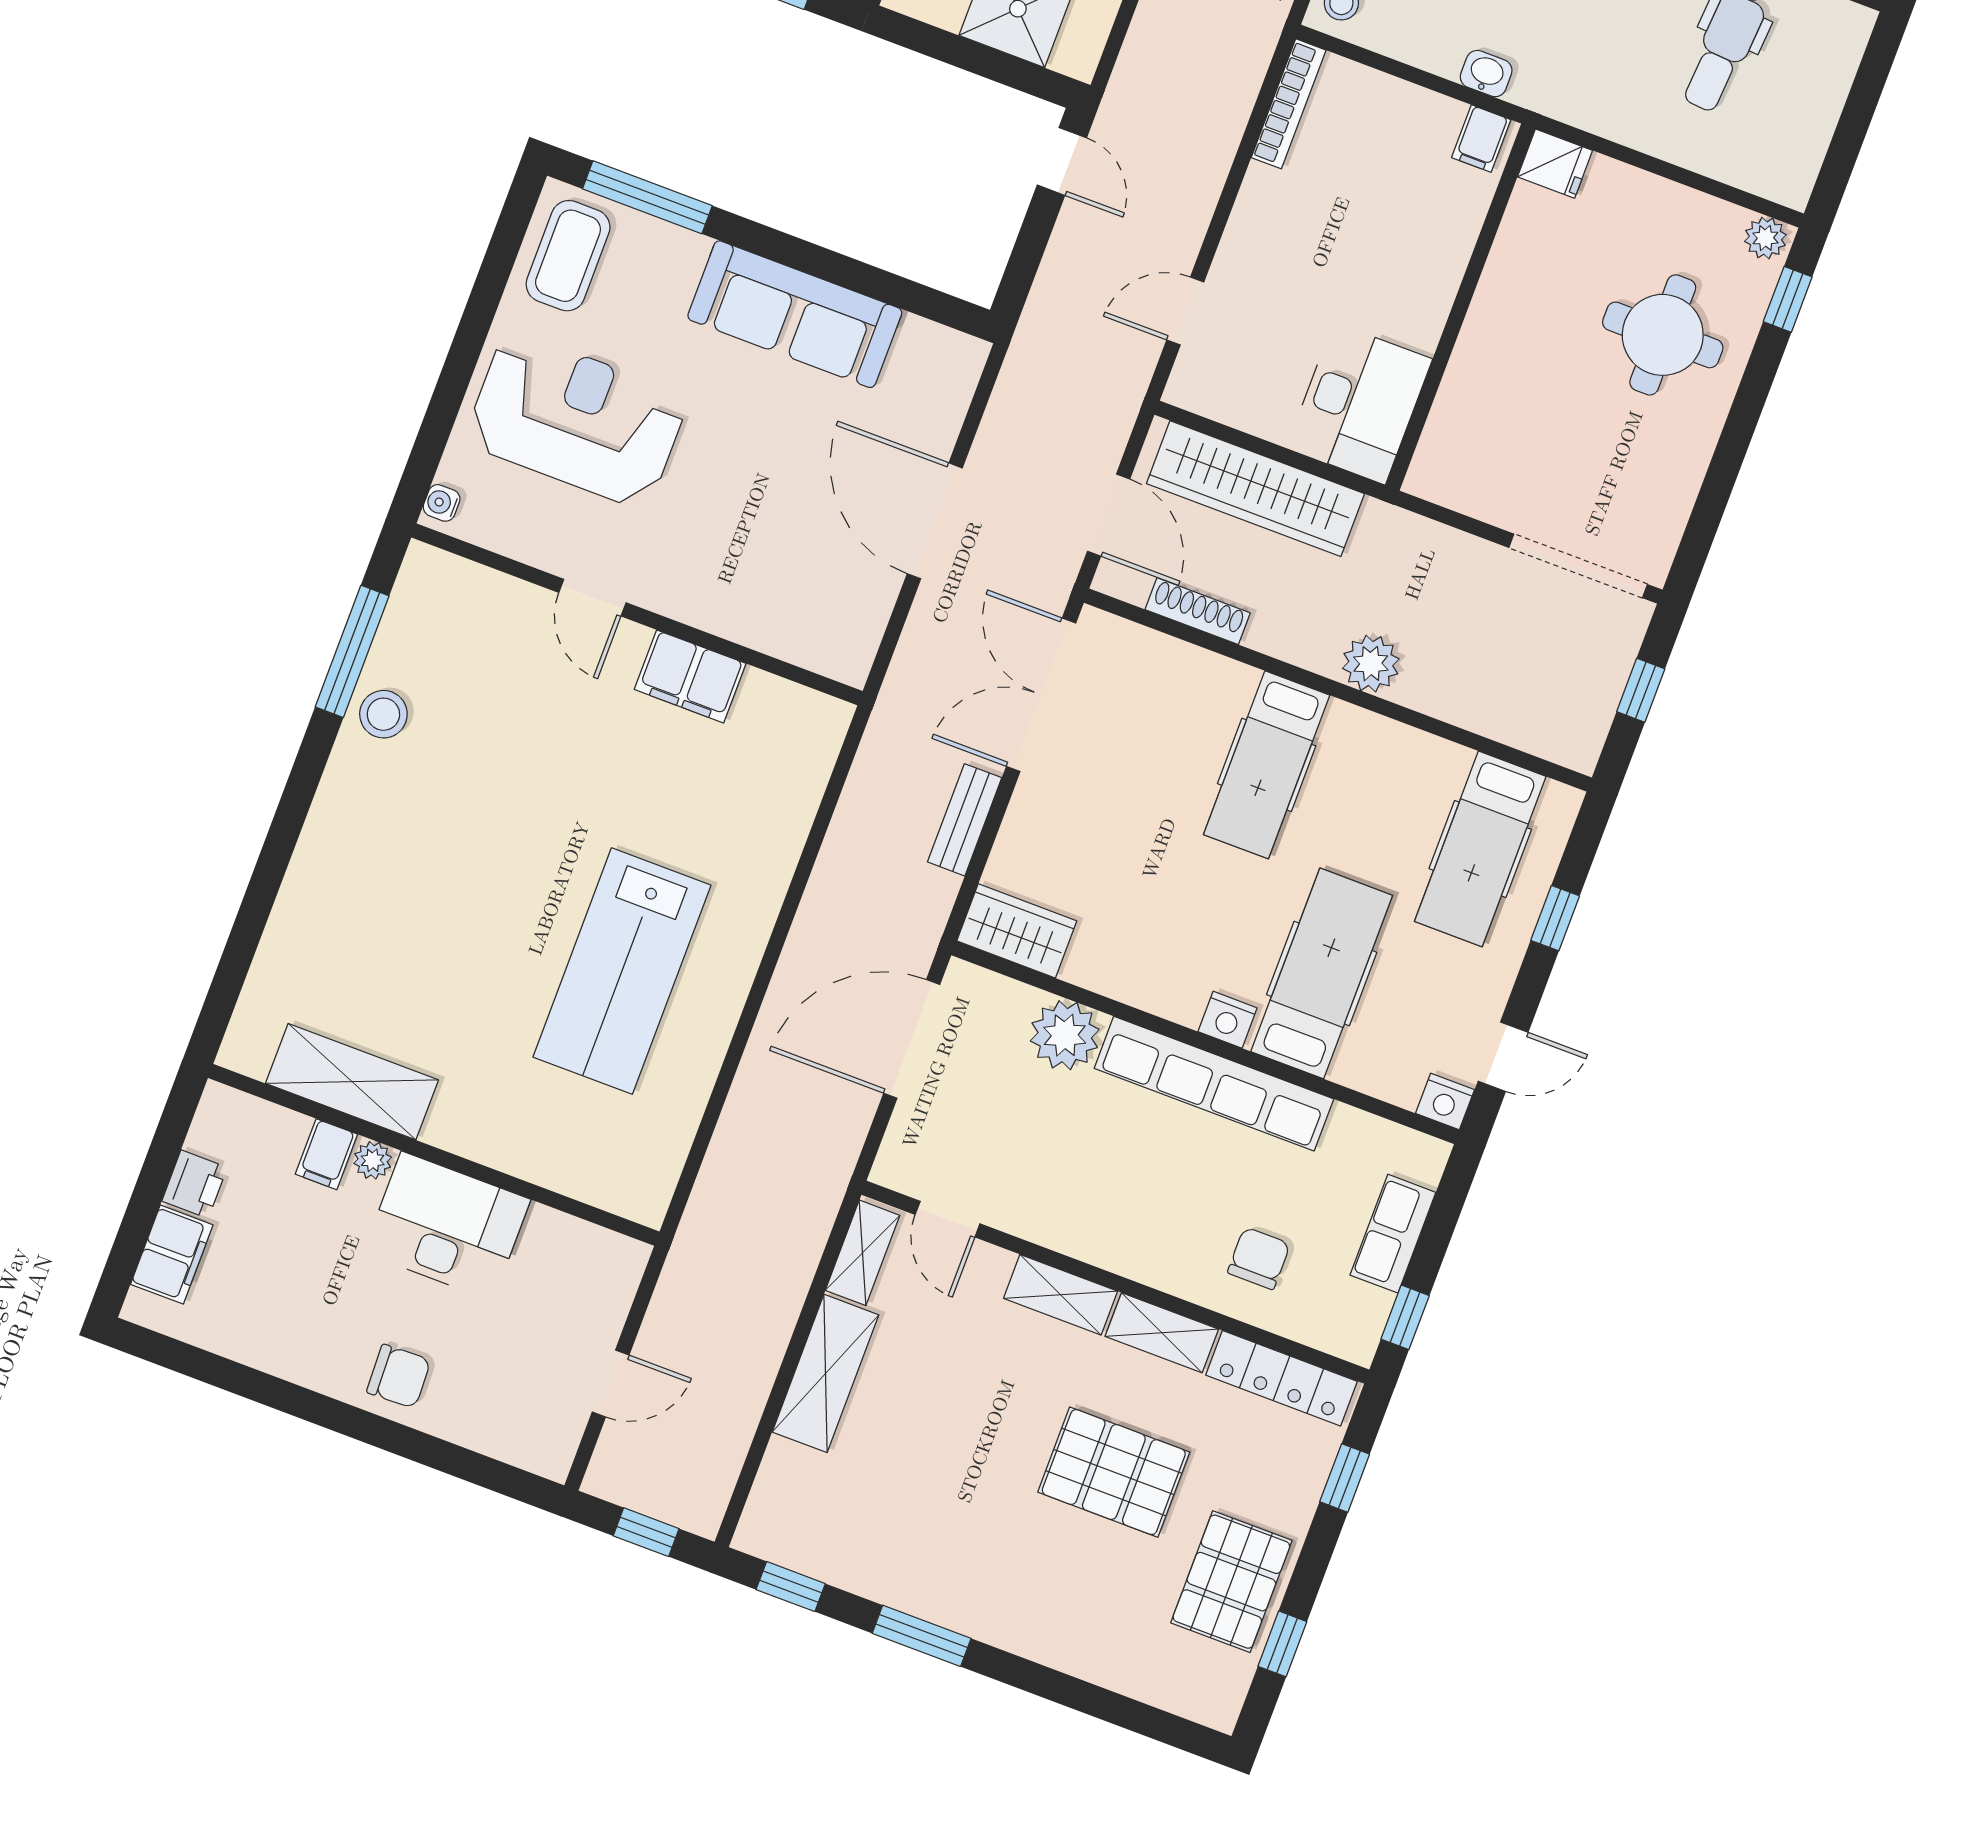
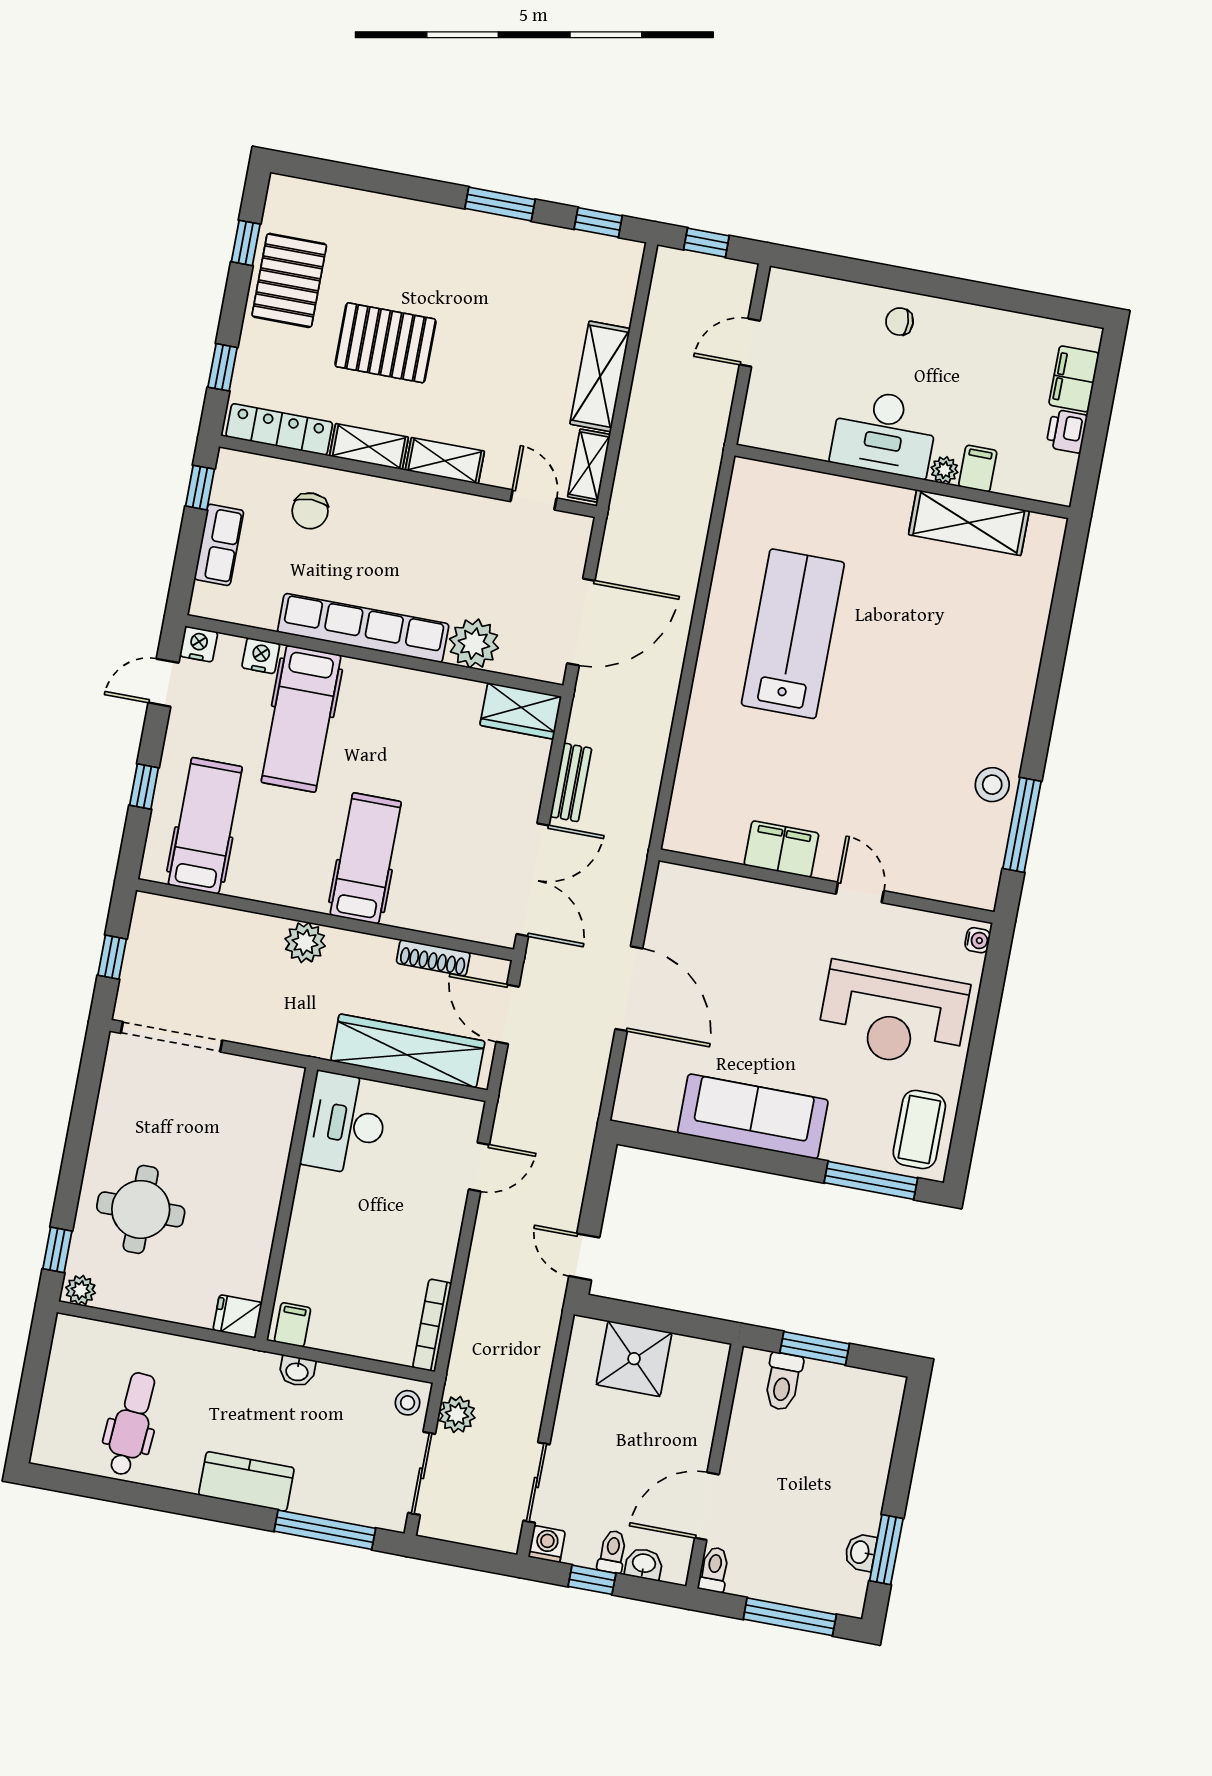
nightstand: (1228, 1020) -> (261, 656), moved
chair: (399, 1376) -> (900, 322), width x0.73, depth x0.73

